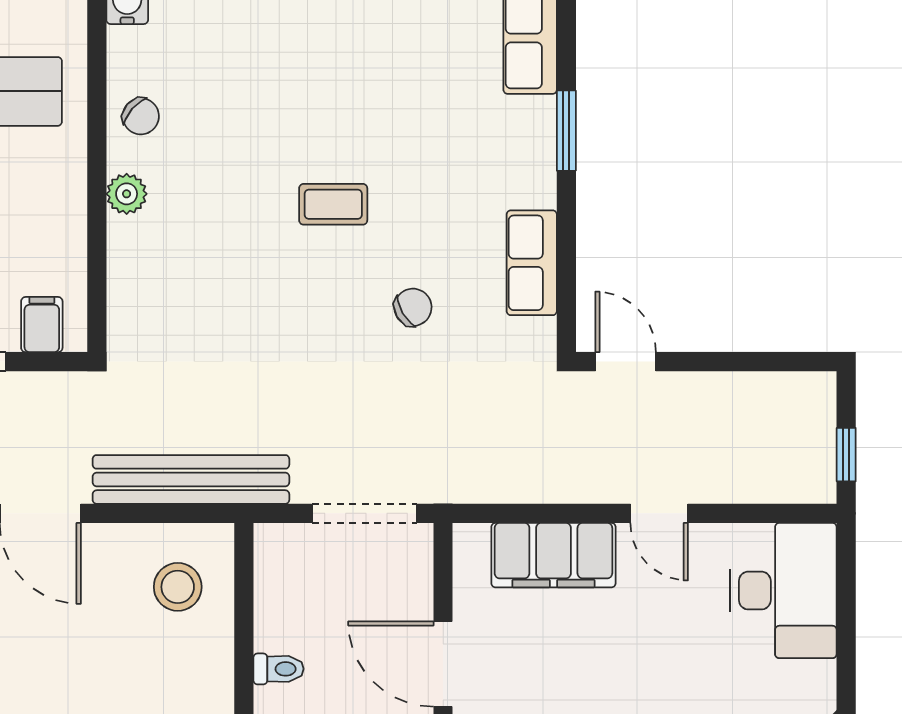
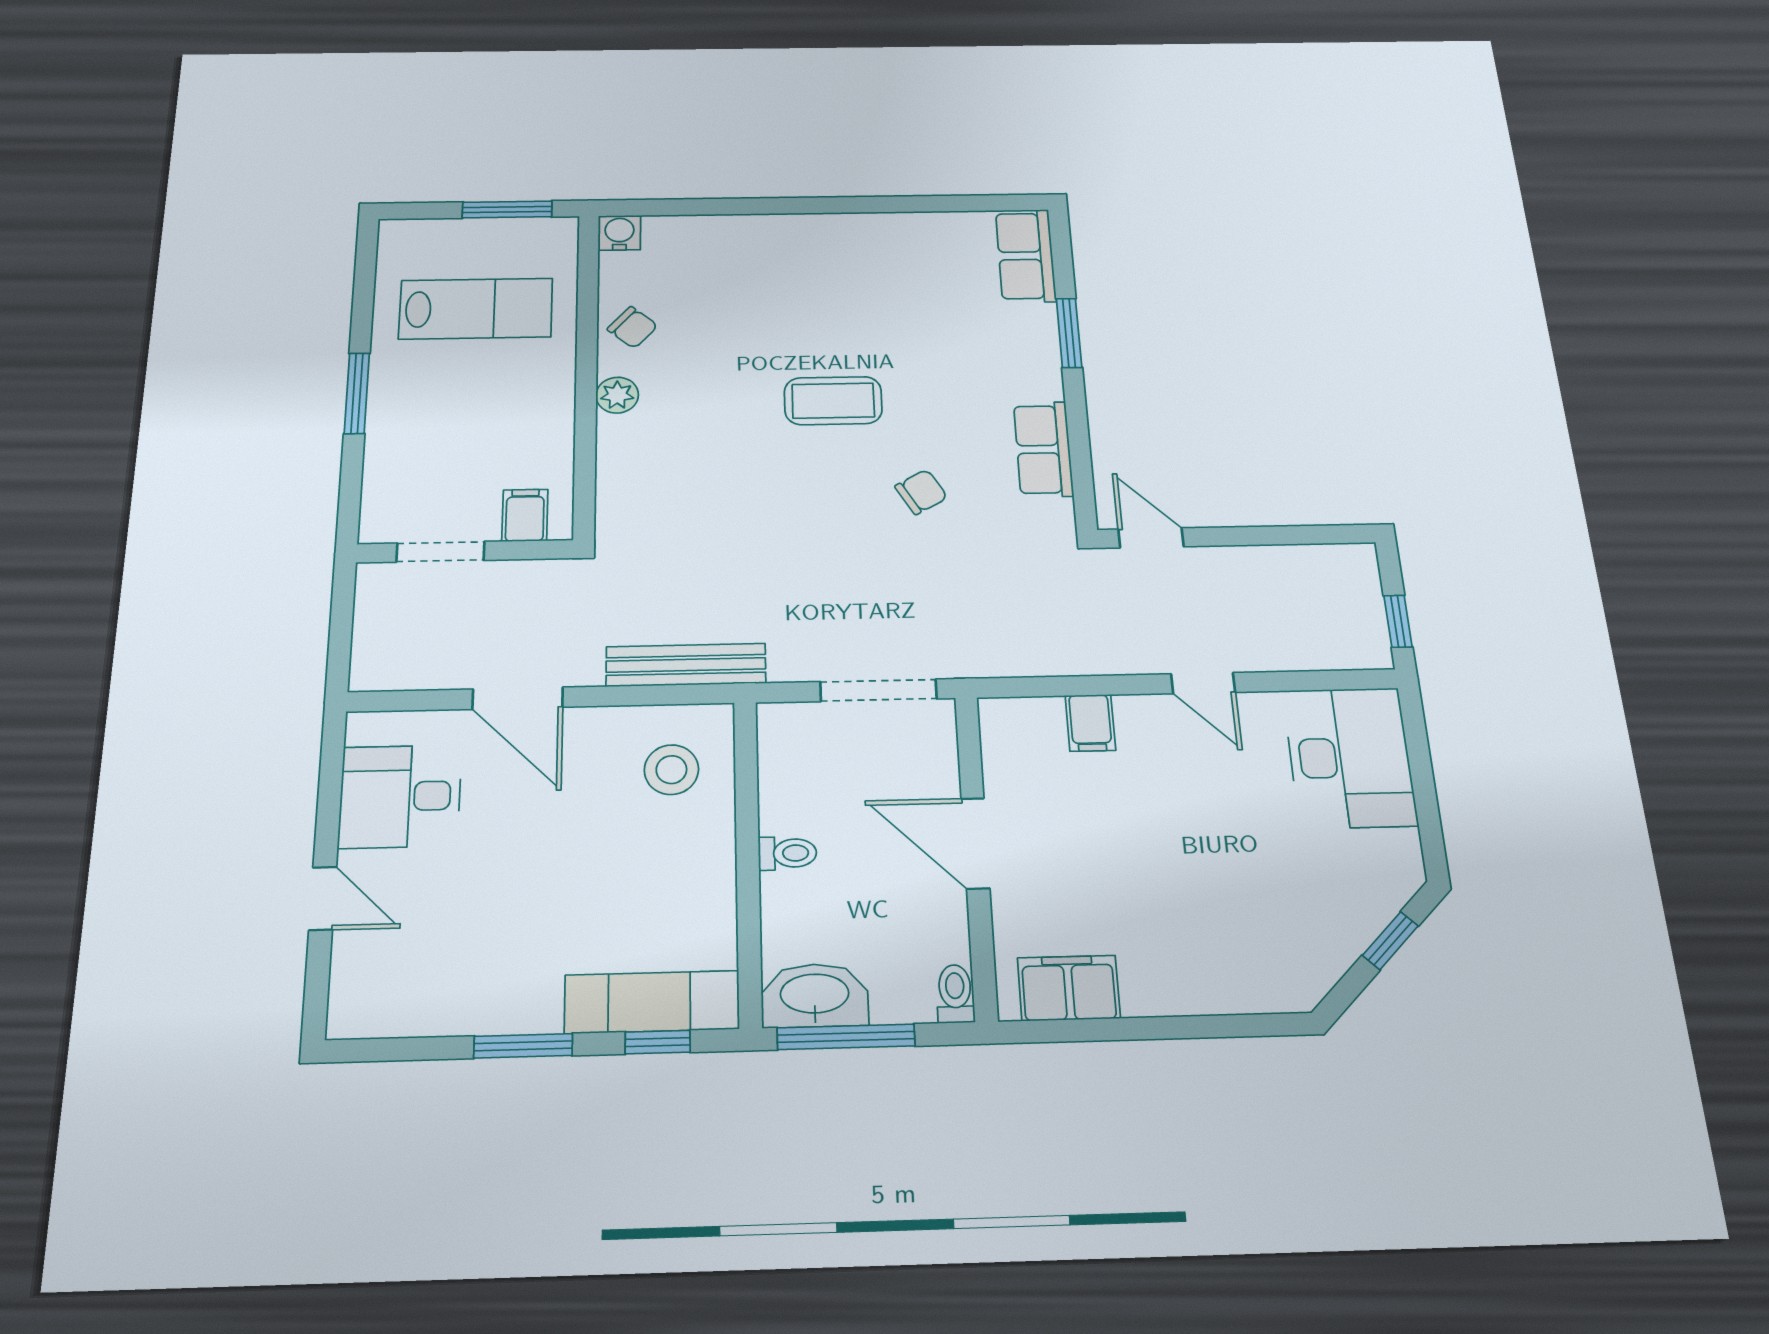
coffee table: (333, 204) -> (833, 401), width x1.36, depth x1.30
bench: (191, 479) -> (686, 665), width x0.73, depth x0.82
filing cabinet: (553, 555) -> (1090, 723), width x0.33, depth x0.86

